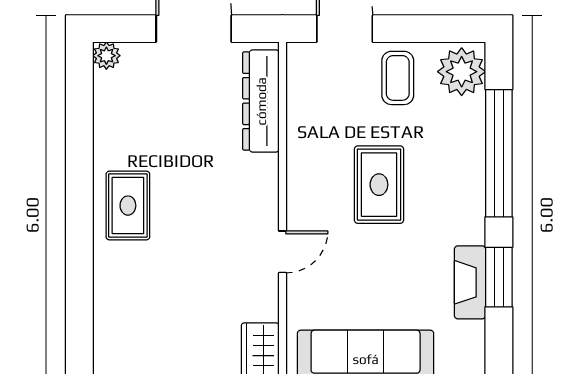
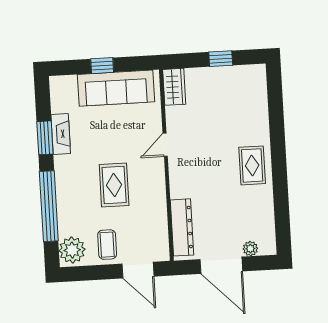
plant: (106, 56) -> (250, 249), moved

